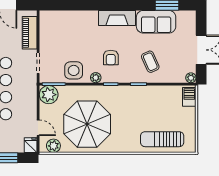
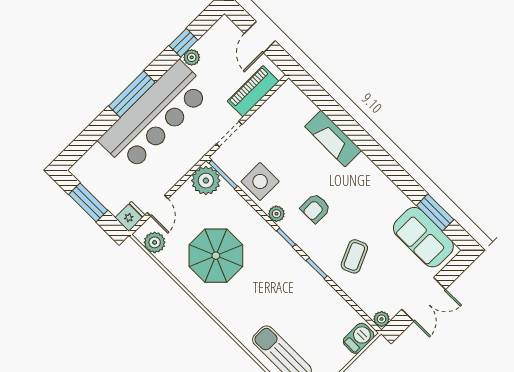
fireplace: (117, 18) -> (333, 139), moved
sofa: (156, 22) -> (423, 237), moved
parasol: (87, 124) -> (216, 256), width x0.73, depth x0.73

